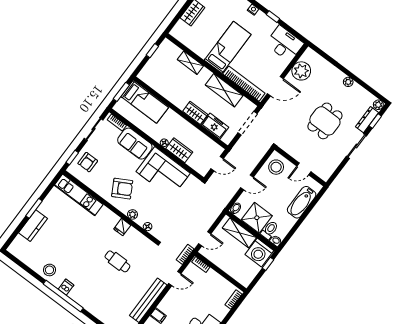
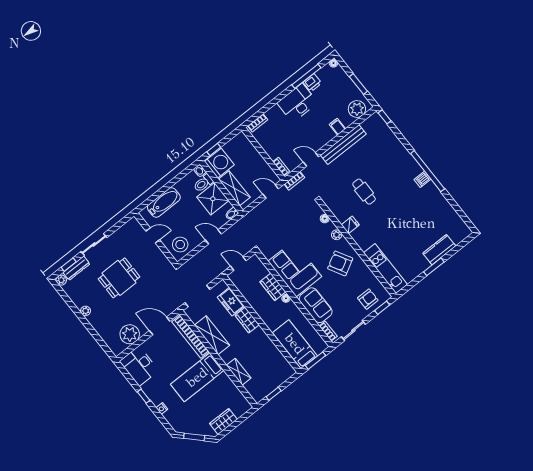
stool: (49, 270) -> (434, 201), removed

